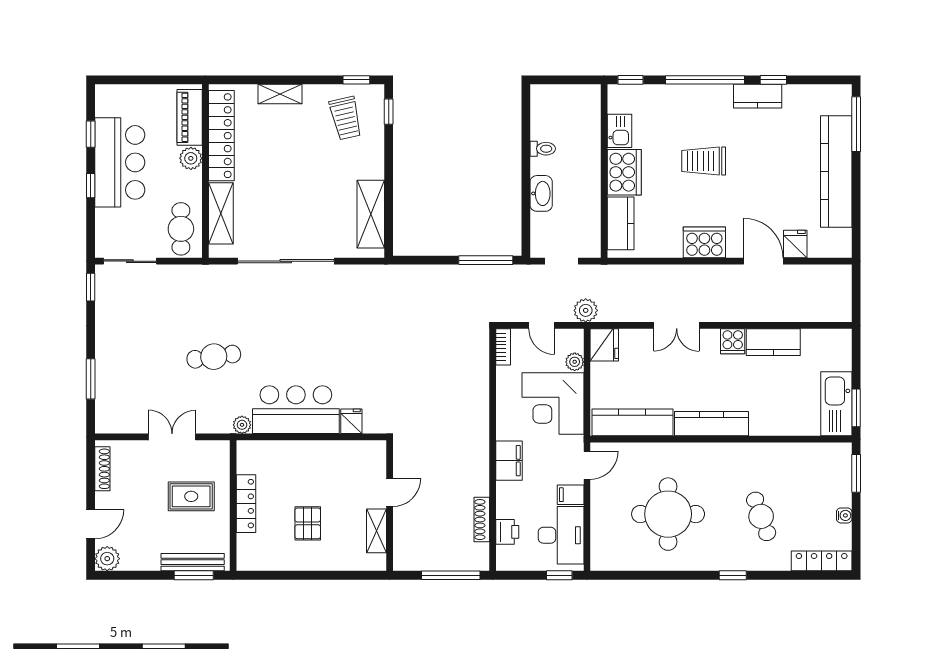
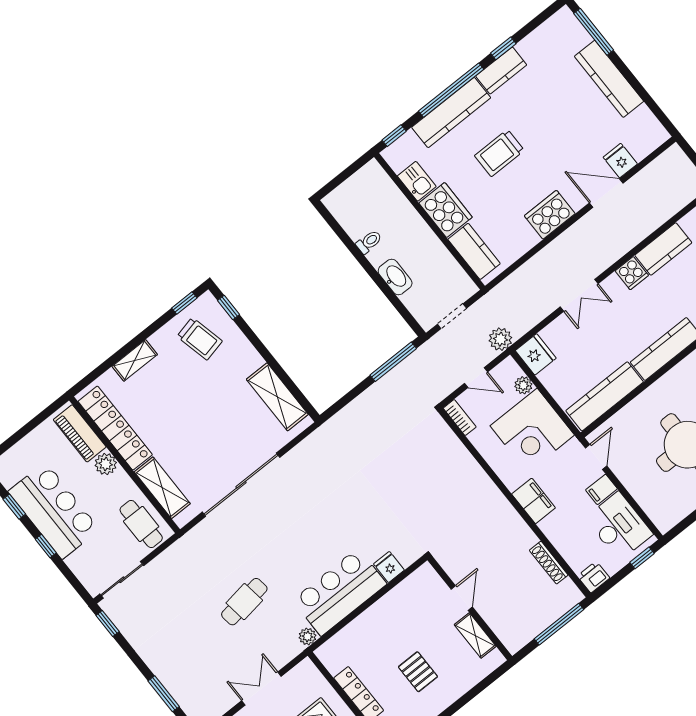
kitchen counter: (691, 98) -> (451, 113), added
kitchen counter: (836, 172) -> (609, 79), width x0.72, depth x0.86
printer: (507, 532) -> (593, 577), moved, turned -90

